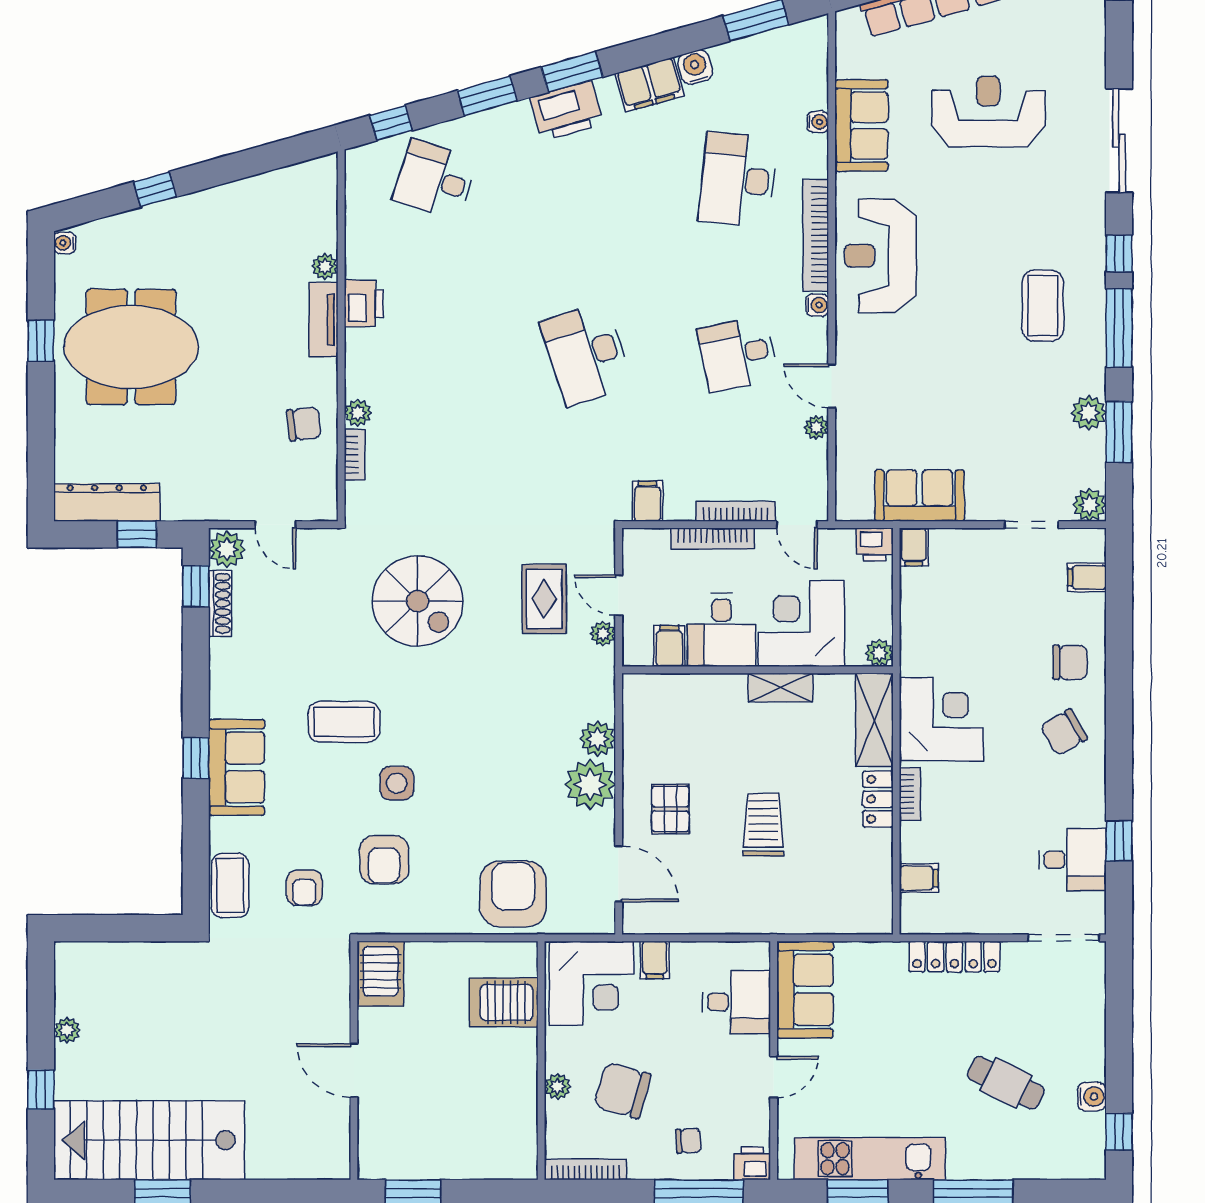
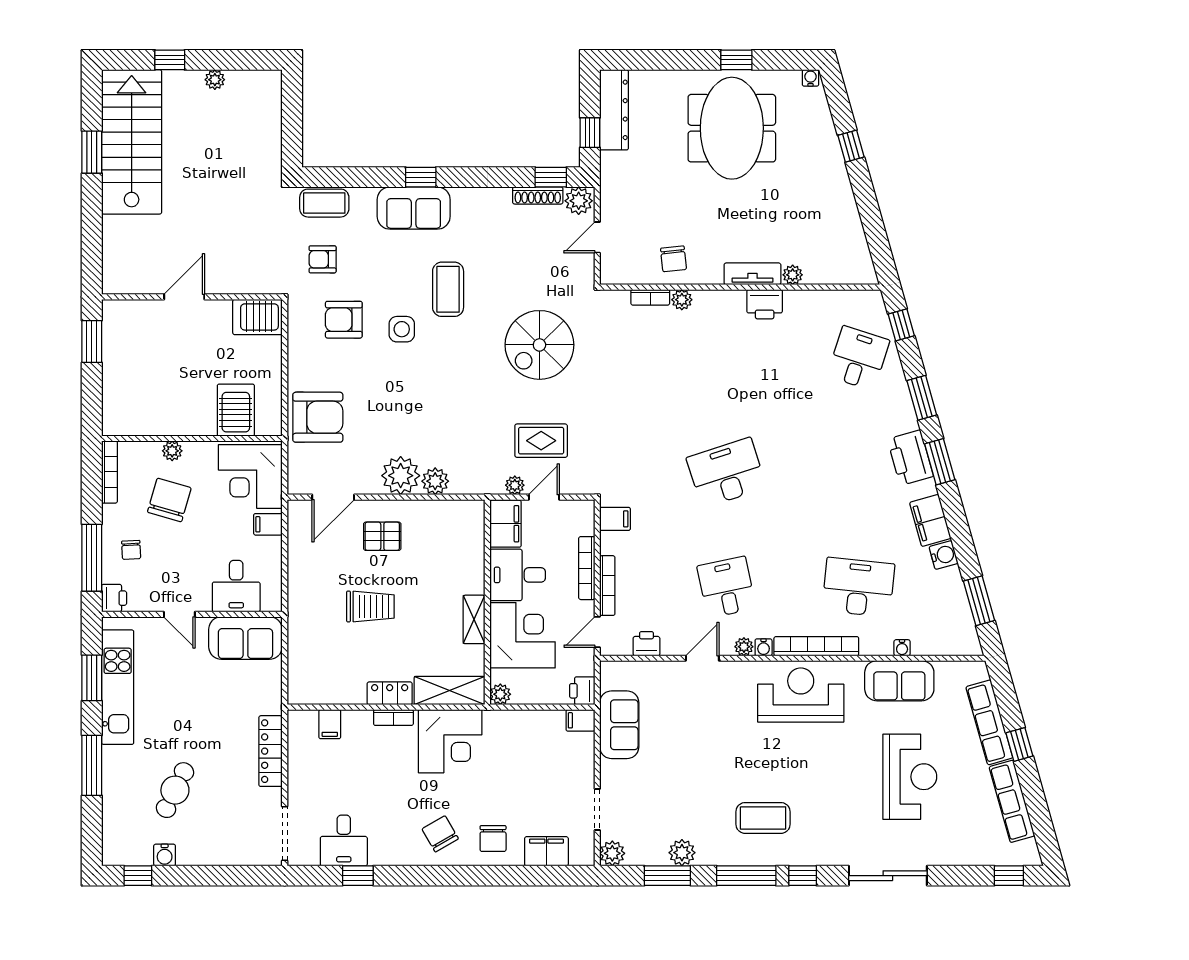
plant: (816, 427) -> (744, 647), moved
printer: (812, 460) -> (646, 644), added
filing cabinet: (1087, 577) -> (546, 851), width x2.00
filing cabinet: (669, 646) -> (505, 524), width x2.00

